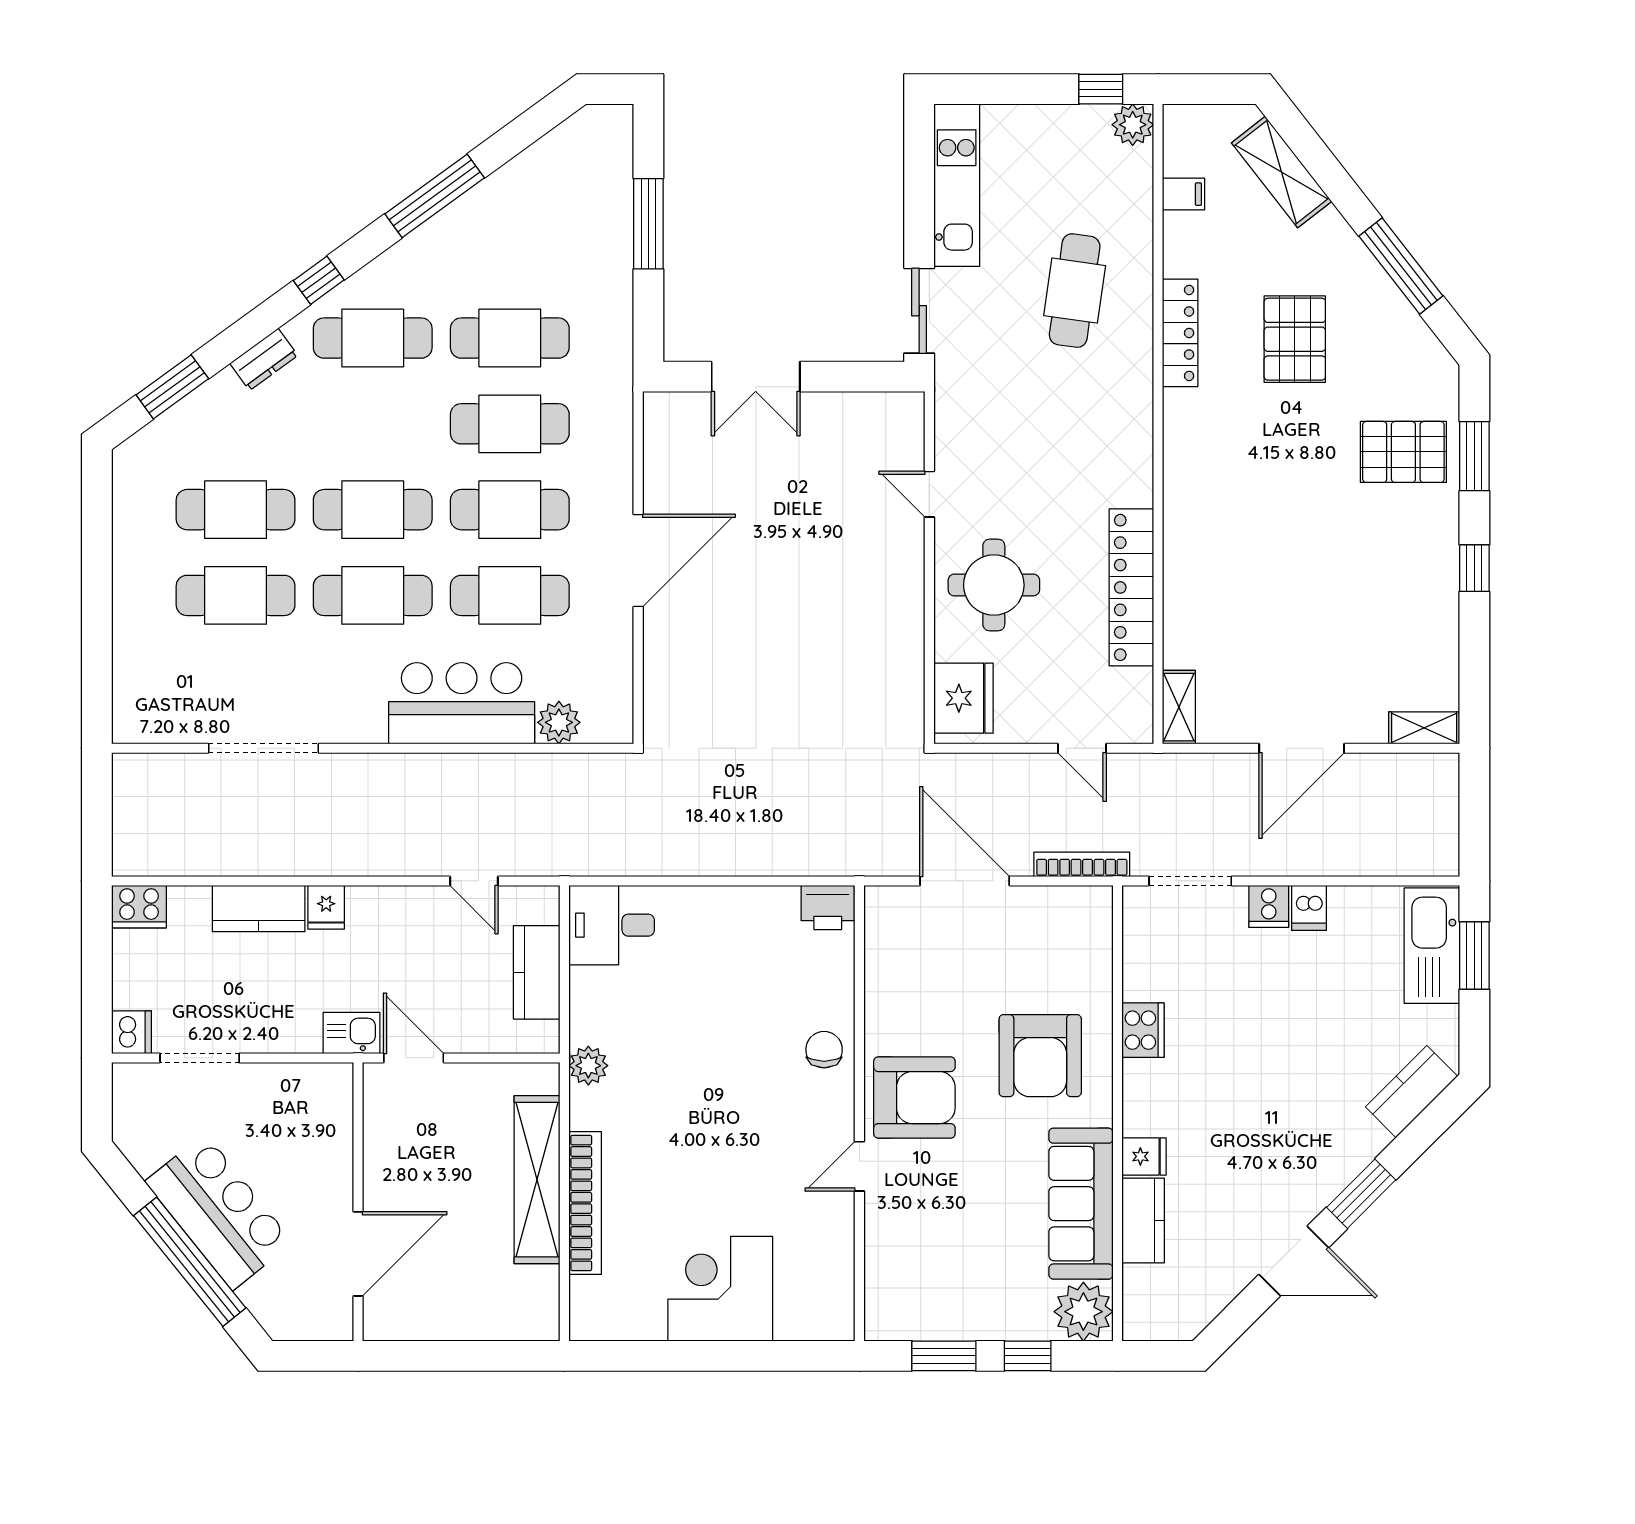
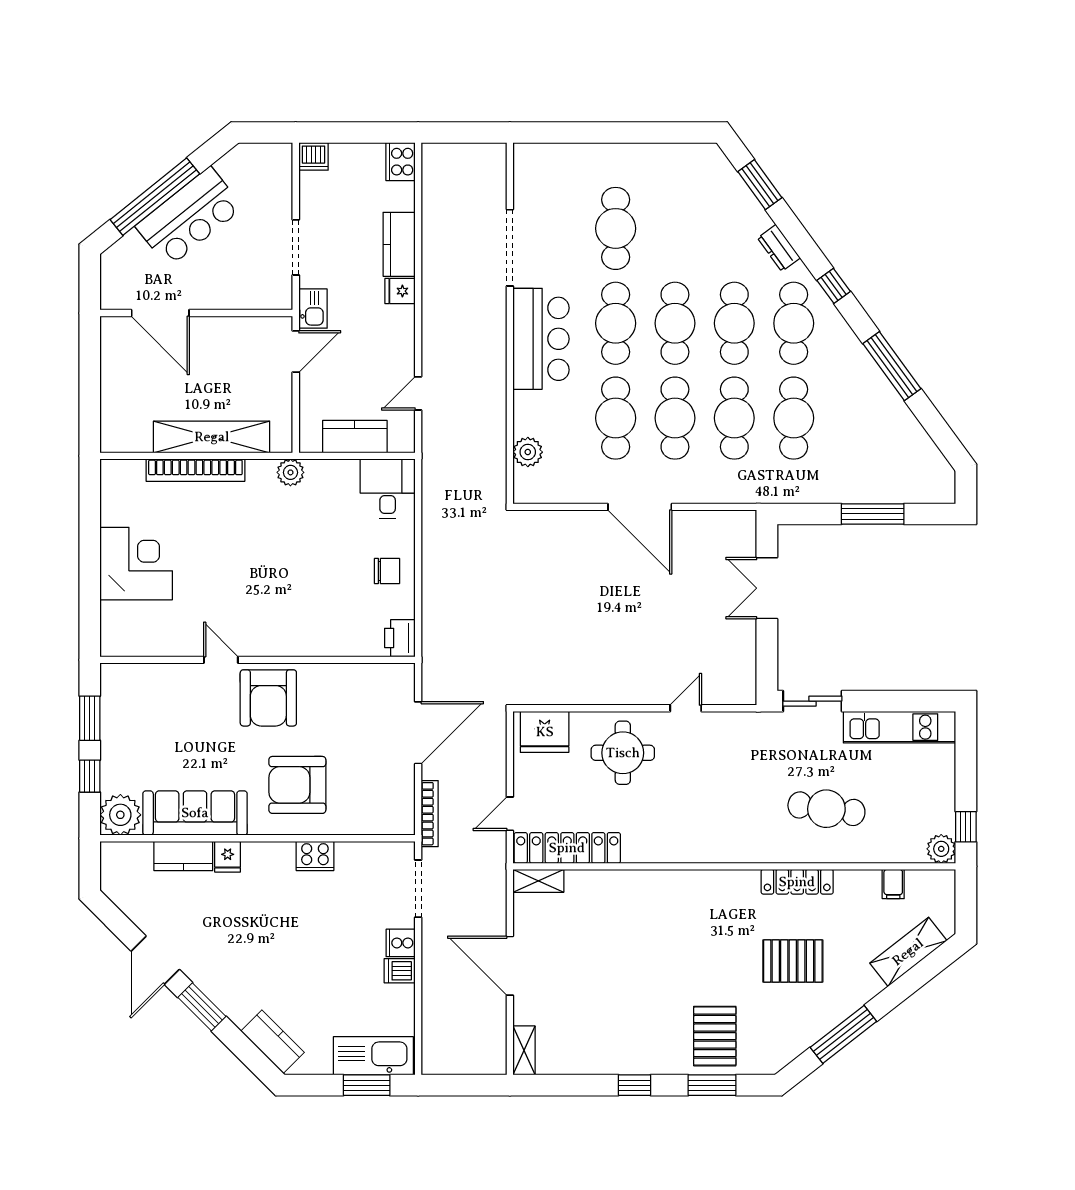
cafe table: (236, 510) -> (734, 323), moved
locker: (1131, 587) -> (567, 848), moved
bar counter: (462, 703) -> (541, 339), moved
chair: (824, 1050) -> (387, 571), moved
doorway: (200, 1058) -> (296, 247), moved

